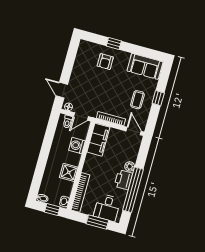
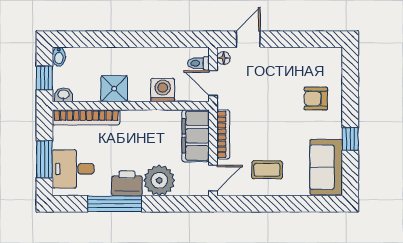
window: (114, 43) -> (350, 139), moved
window: (158, 98) -> (279, 204), removed
filing cabinet: (98, 140) -> (196, 136), moved, turned 90
plant: (130, 166) -> (159, 180), width x1.88, depth x1.88
window: (133, 190) -> (115, 204), width x0.68

